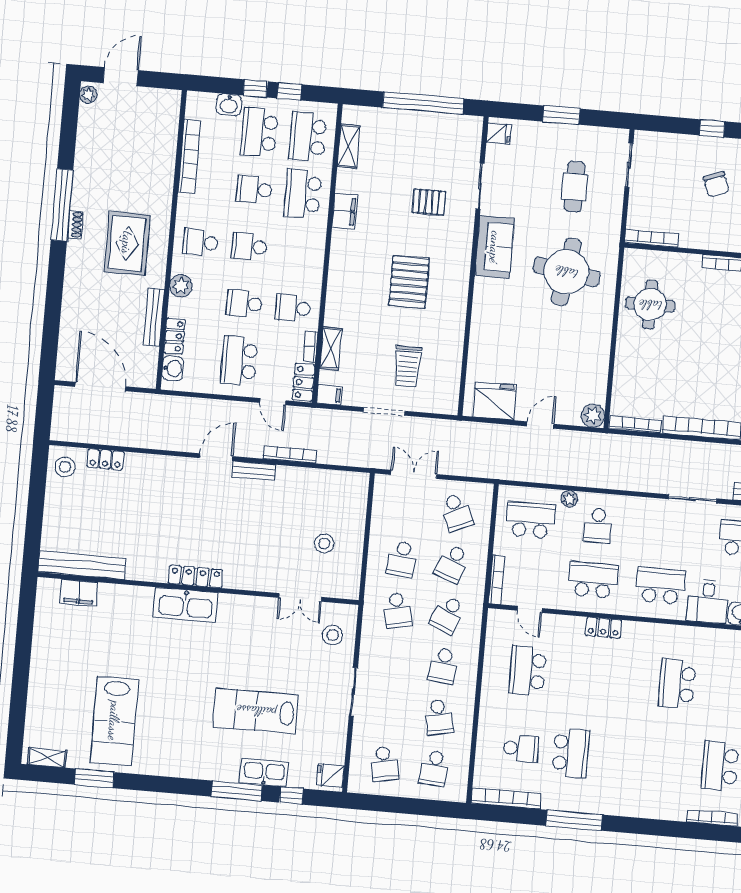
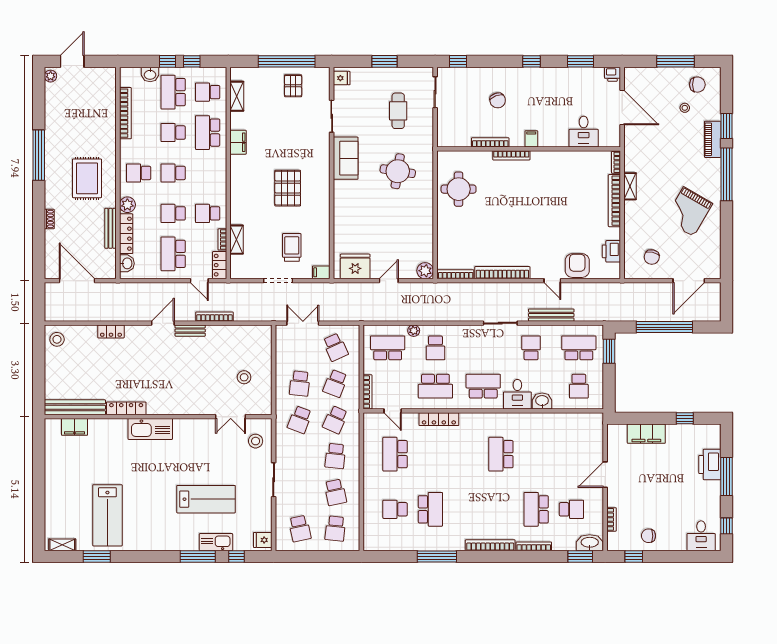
window: (712, 128) -> (458, 61), moved
school desk: (308, 137) -> (208, 92), width x0.54
pallet: (429, 202) -> (293, 86), moved, turned 90
shoe rack: (75, 225) -> (49, 219), moved
bookcase: (651, 238) -> (490, 142), moved
round table: (566, 272) -> (398, 171), width x0.73, depth x0.73
locker: (175, 336) -> (126, 234), width x1.53
trolley: (408, 366) -> (292, 247), turned 180
filing cabinet: (330, 395) -> (321, 272), moved, turned 180
locker: (105, 459) -> (111, 331), moved
locker: (196, 577) -> (126, 408), moved
school desk: (593, 580) -> (435, 386), turned 180
school desk: (398, 610) -> (300, 420), turned 33
locker: (603, 628) -> (439, 419), width x1.53
lab bench: (256, 711) -> (206, 499), turned 180
school desk: (521, 749) -> (395, 509), turned 180
bookcase: (506, 798) -> (490, 545), moved

